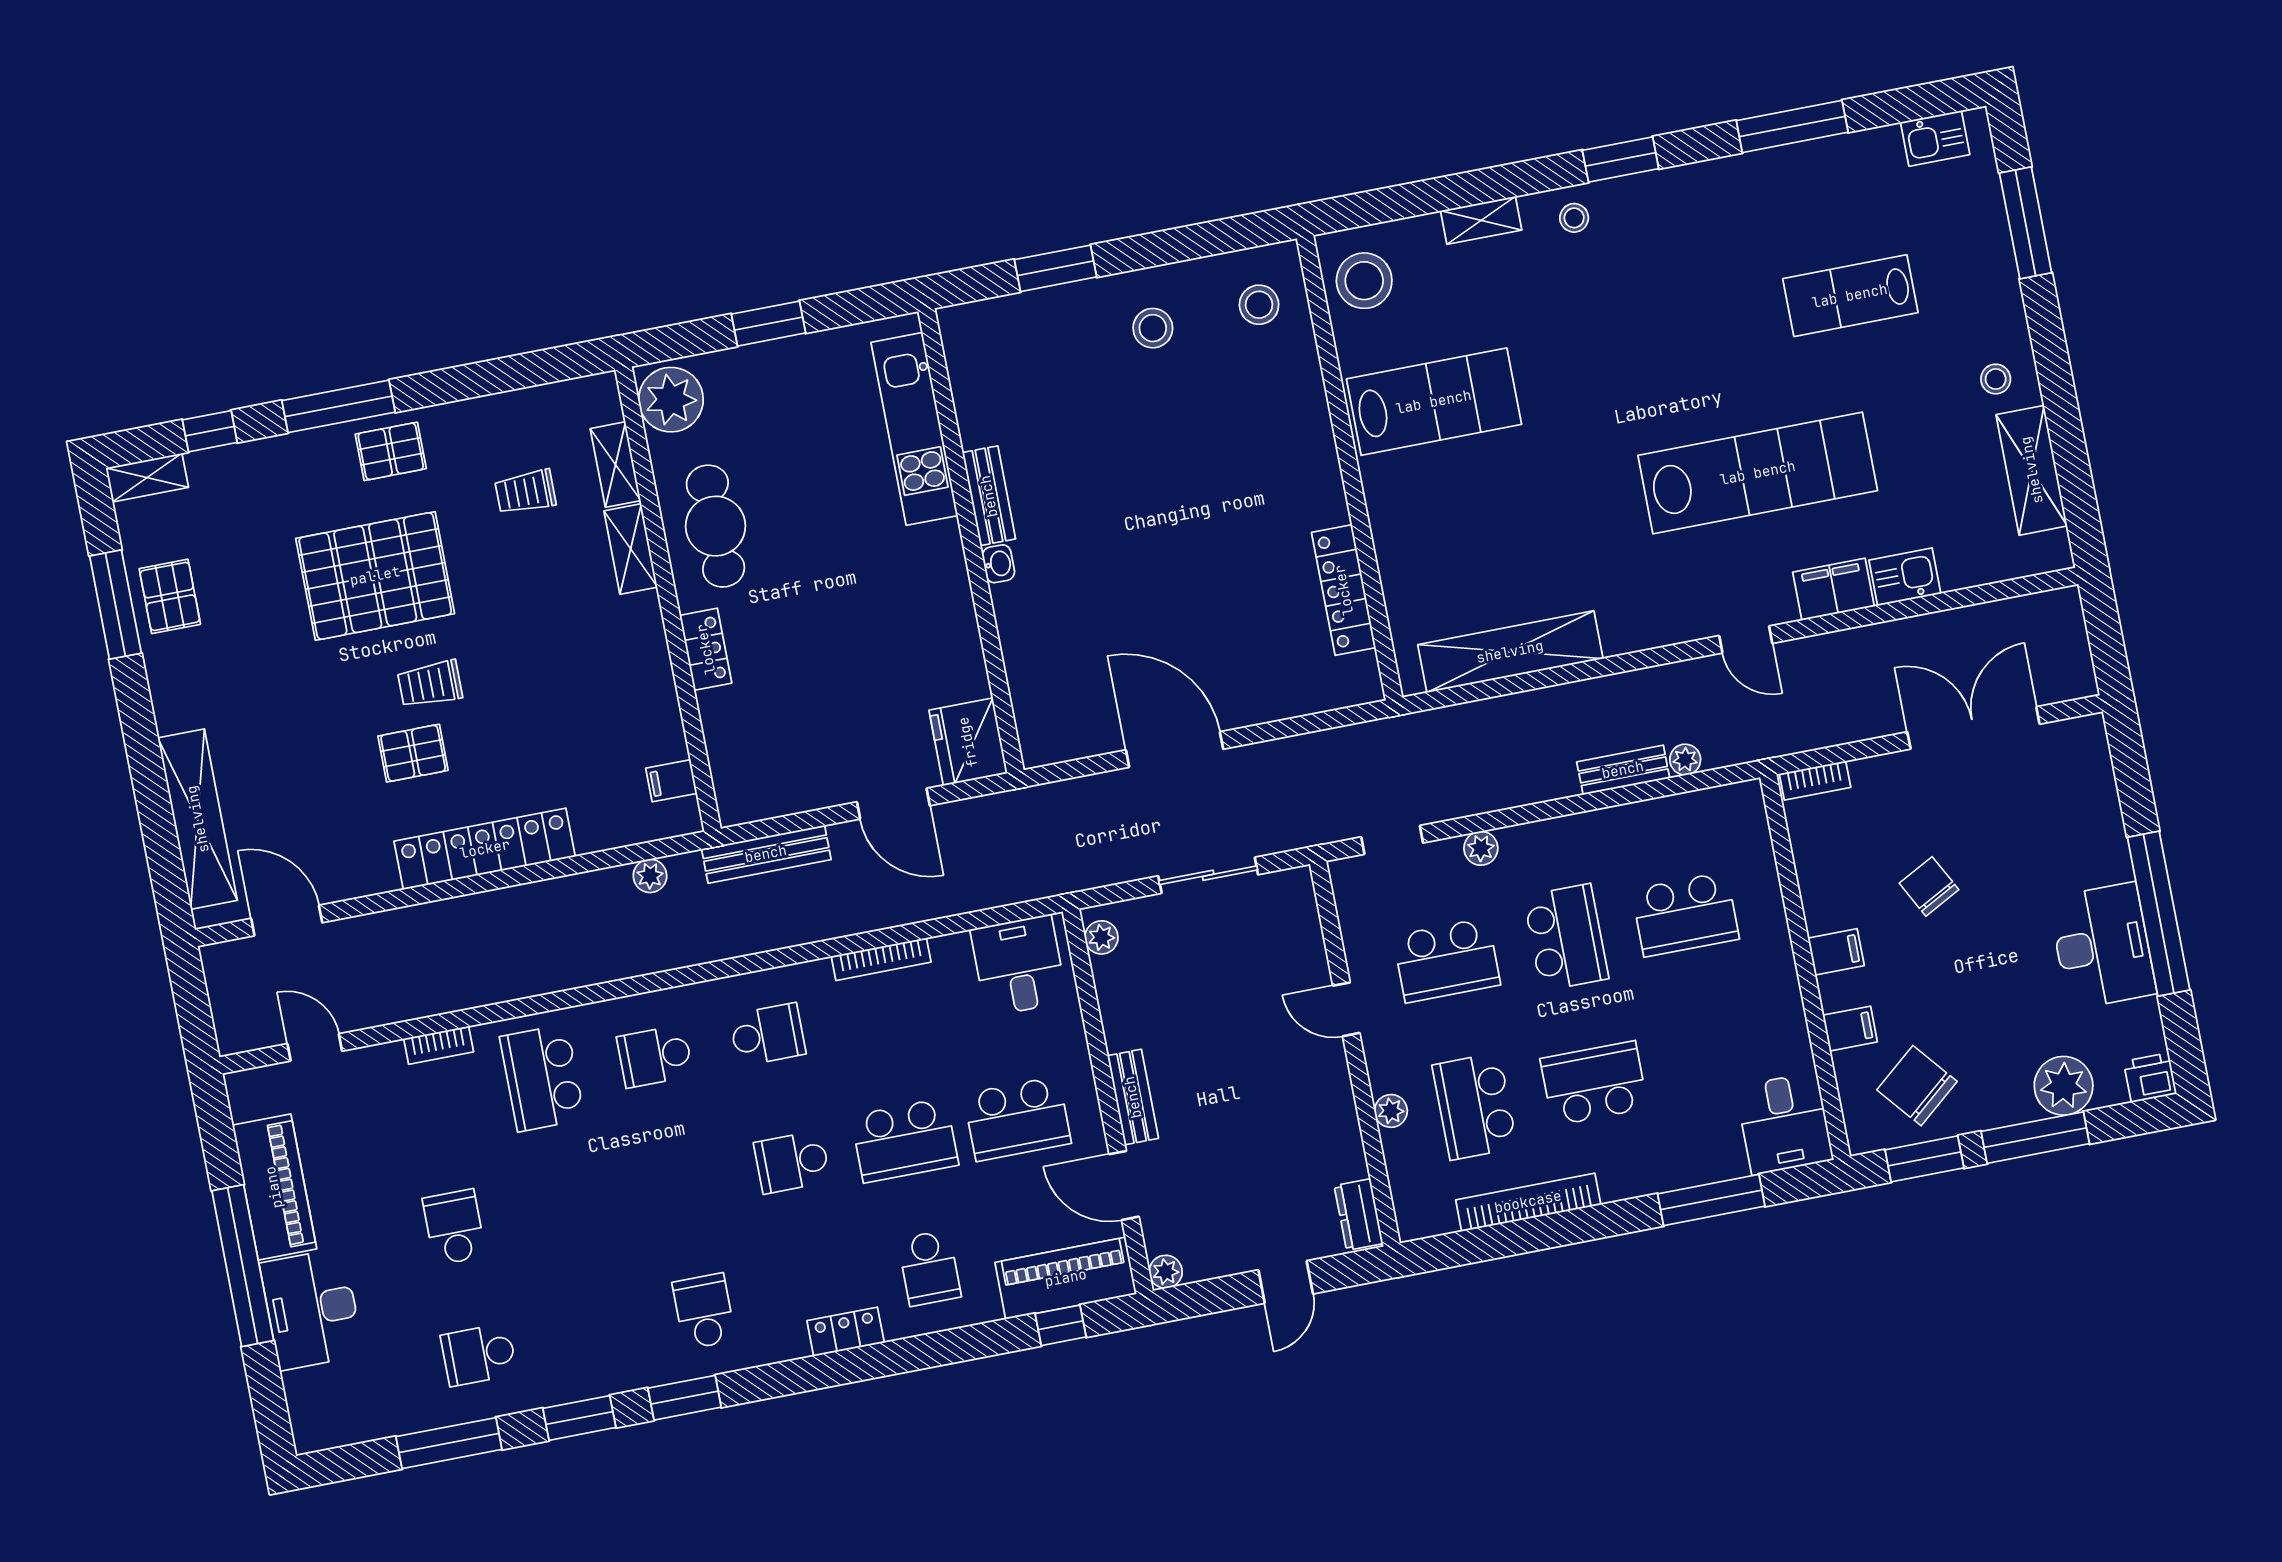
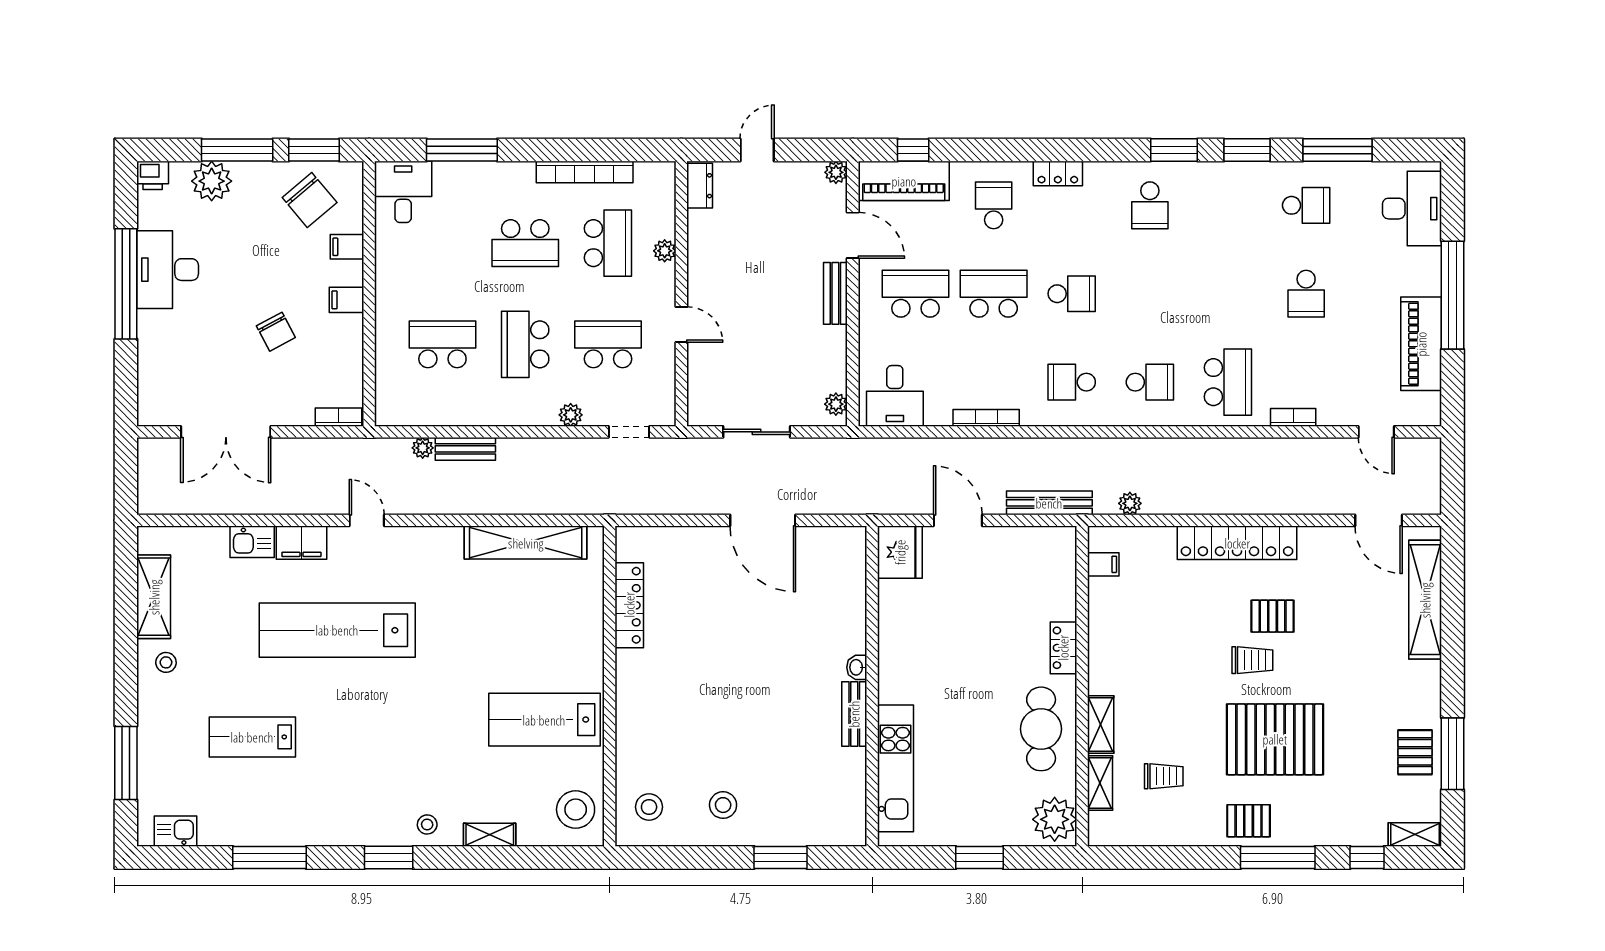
lab bench: (1850, 296) -> (252, 737), turned 180
desk: (312, 1309) -> (1412, 209), moved

